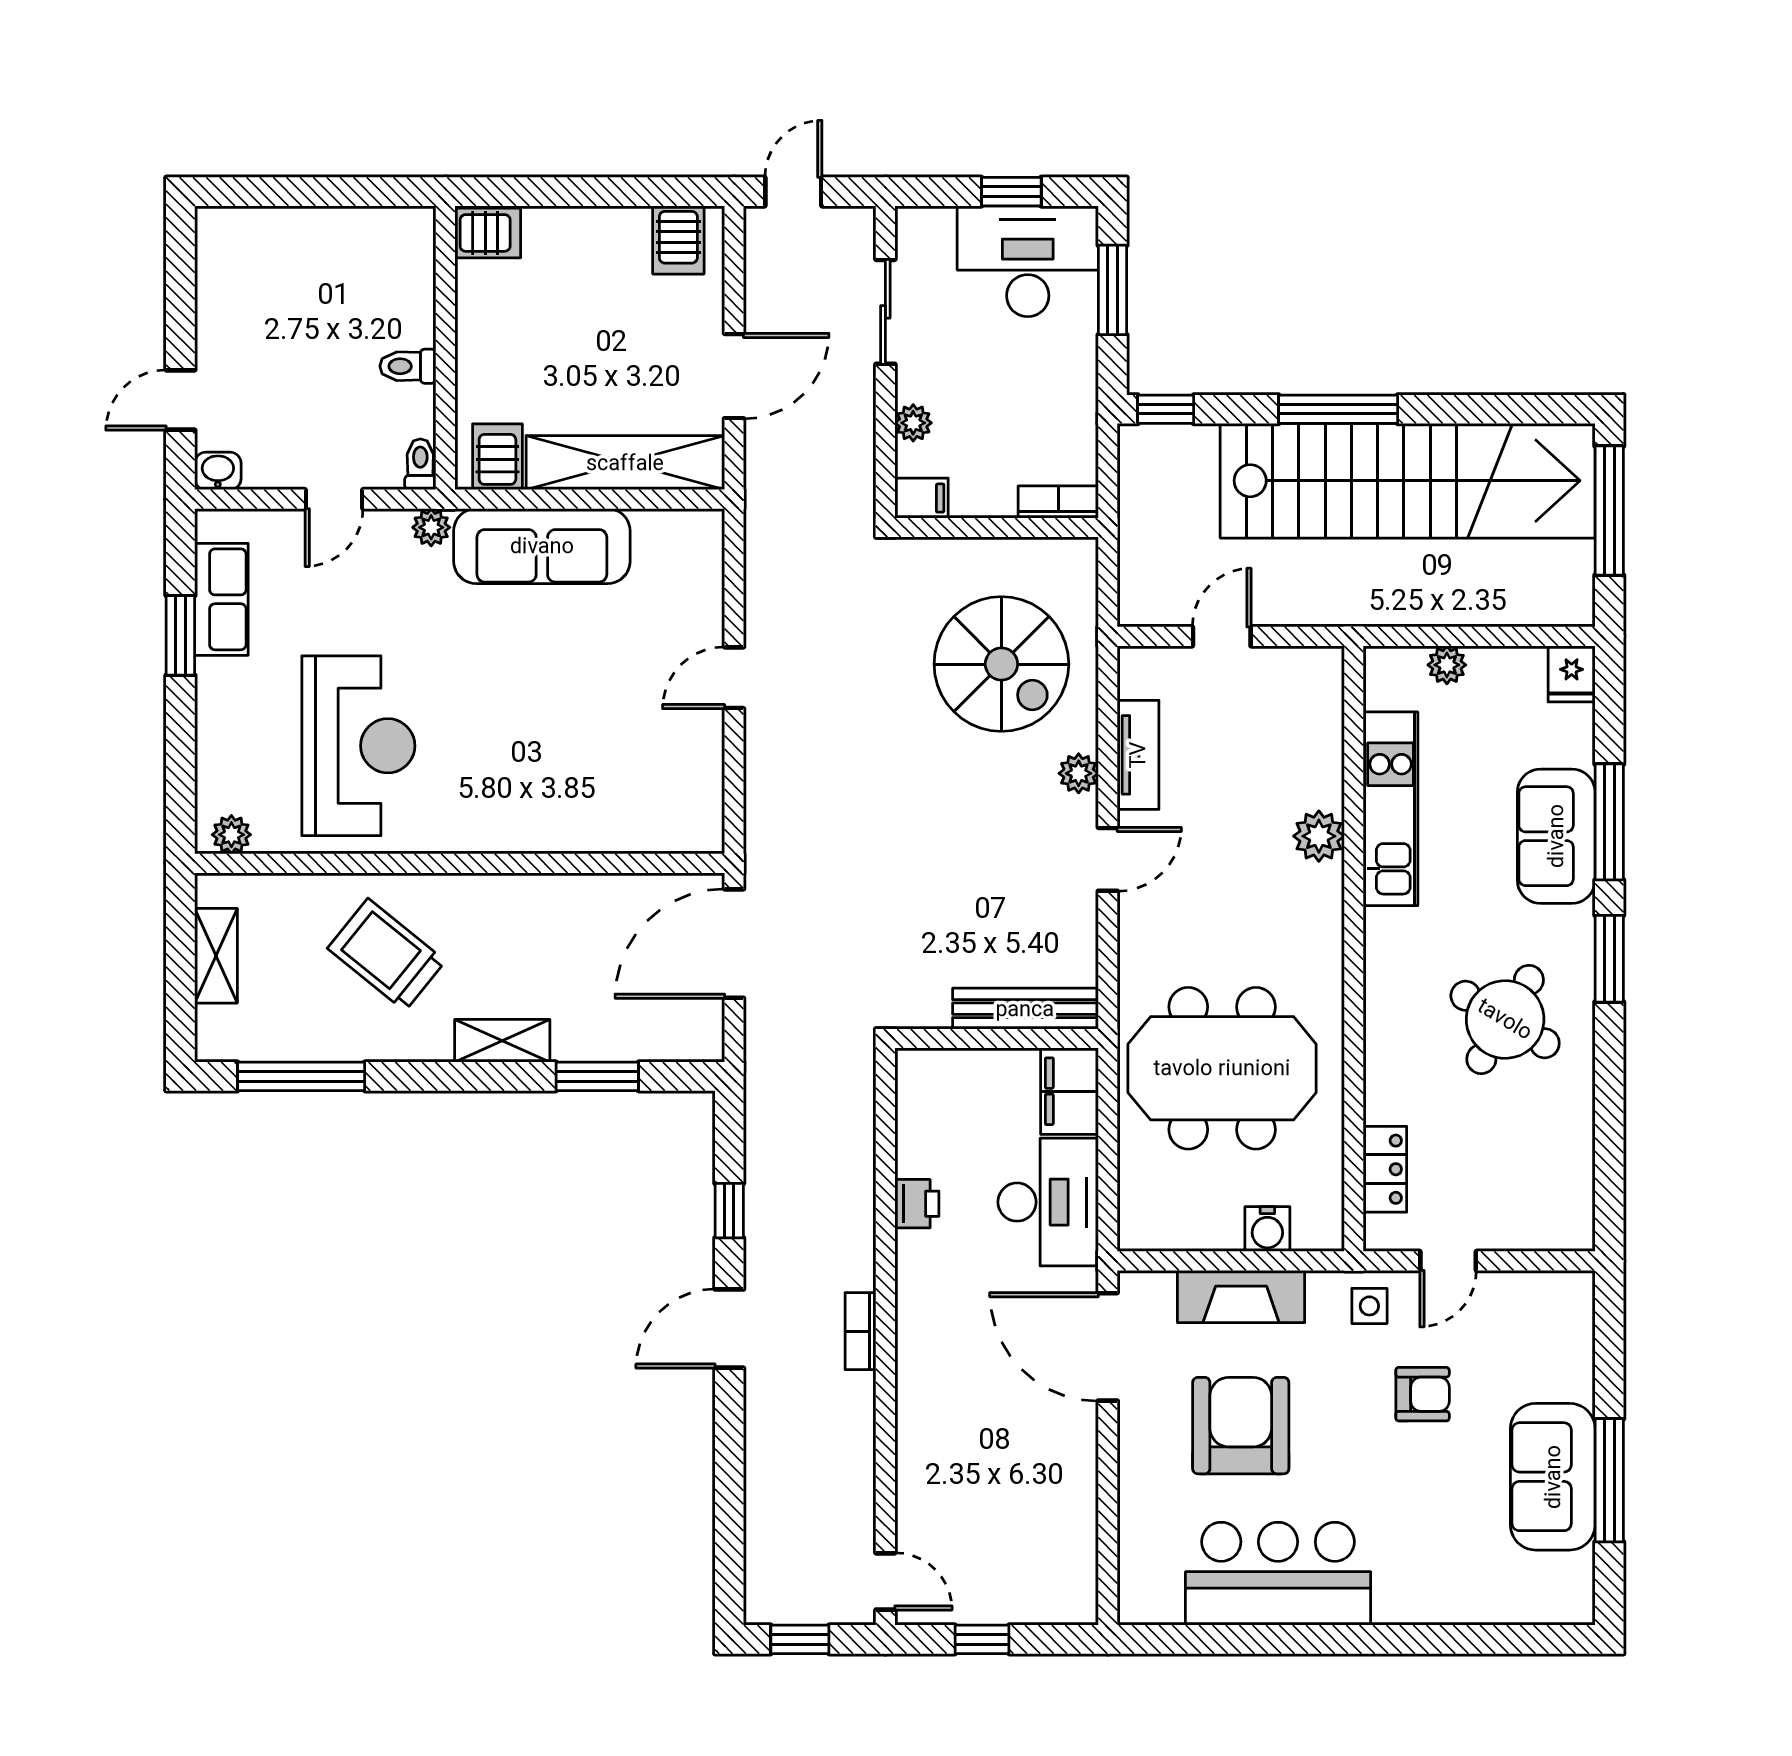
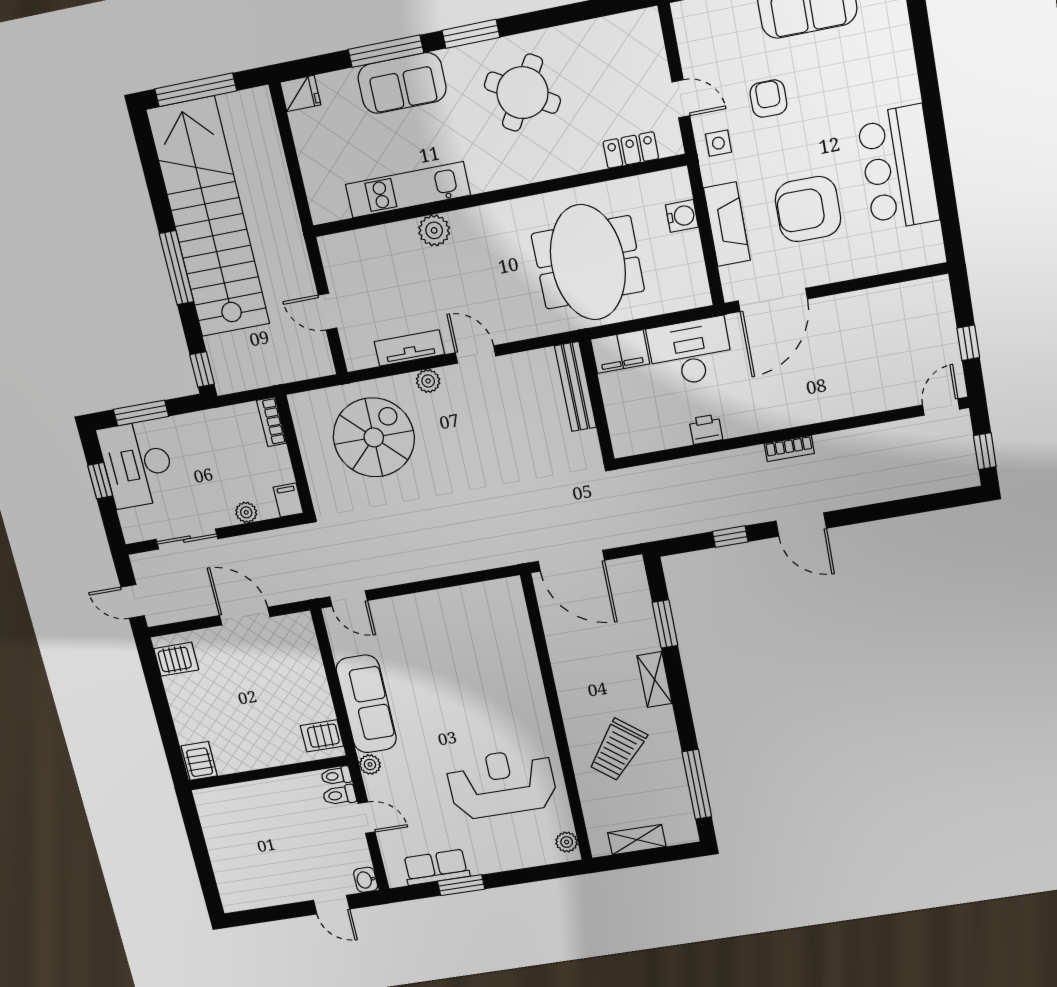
toilet: (408, 366) -> (339, 795), moved, turned 90
shelving: (625, 463) -> (308, 667), removed
plant: (1447, 665) -> (313, 172), removed
door: (734, 678) -> (349, 599), moved

